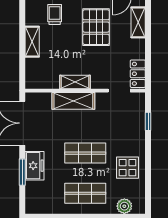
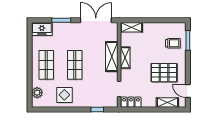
shelving: (32, 42) -> (131, 27), moved
freezer: (35, 166) -> (42, 29), moved

